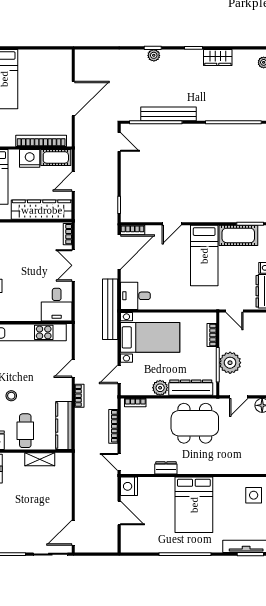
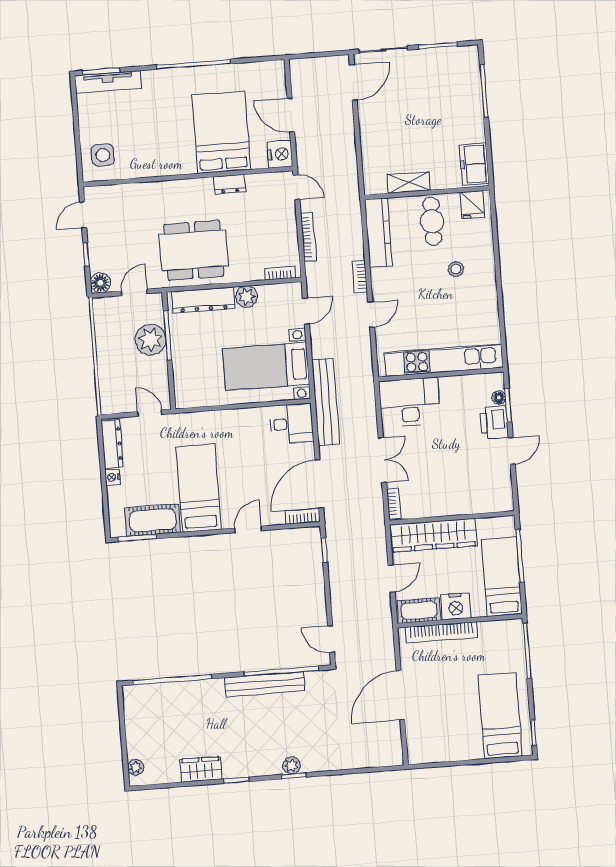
desk: (57, 305) -> (410, 402), width x1.37
bookcase: (212, 335) -> (179, 377), removed
bed: (194, 505) -> (221, 132), moved

